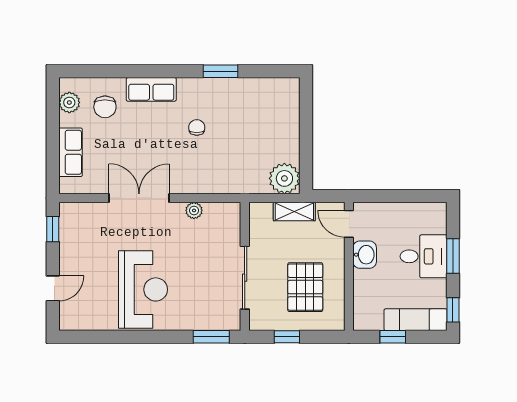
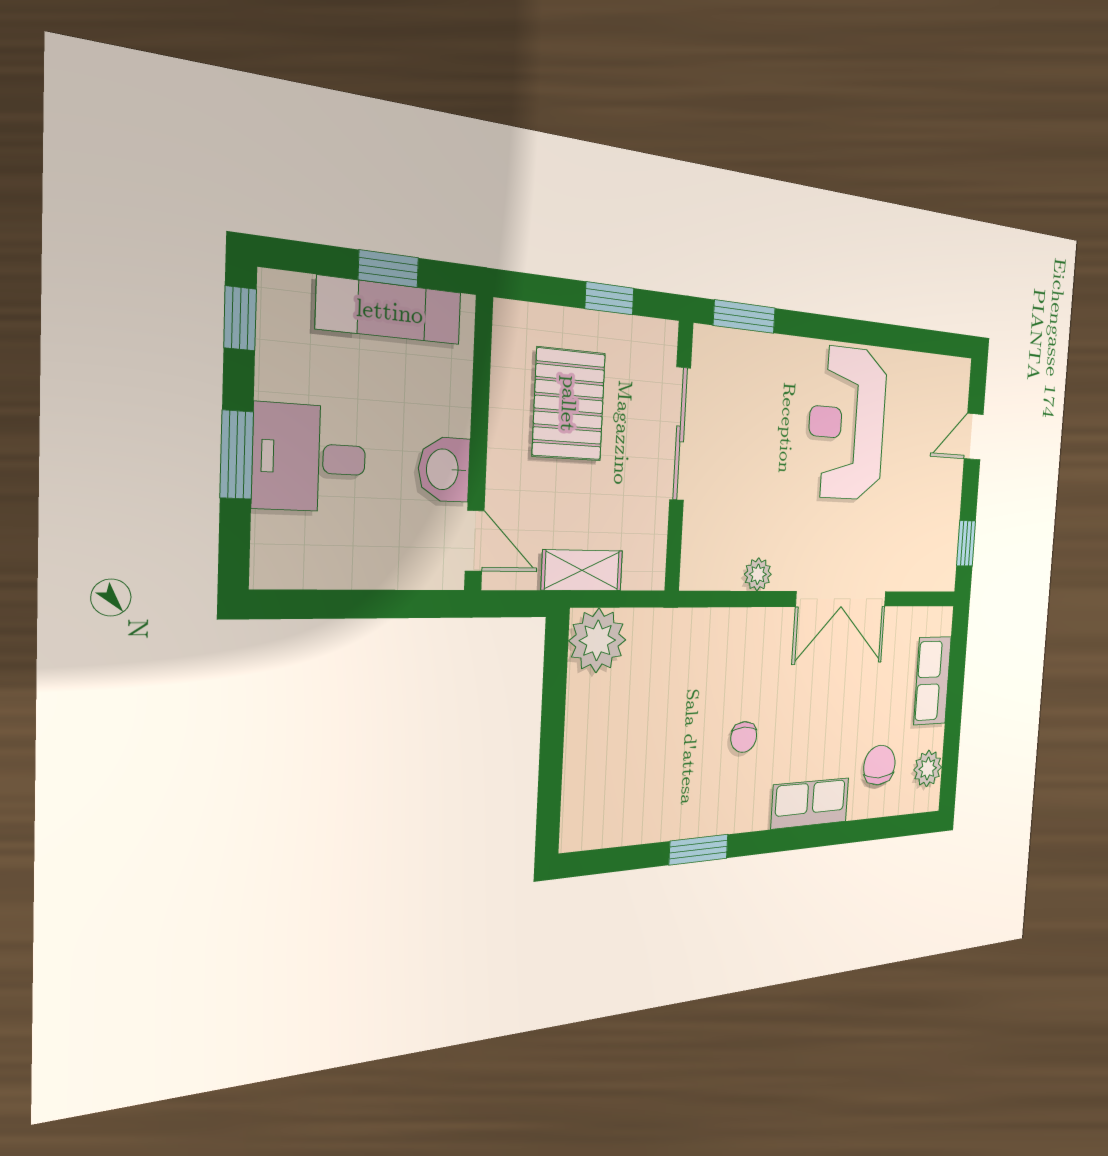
exam couch: (415, 320) -> (390, 311), moved

